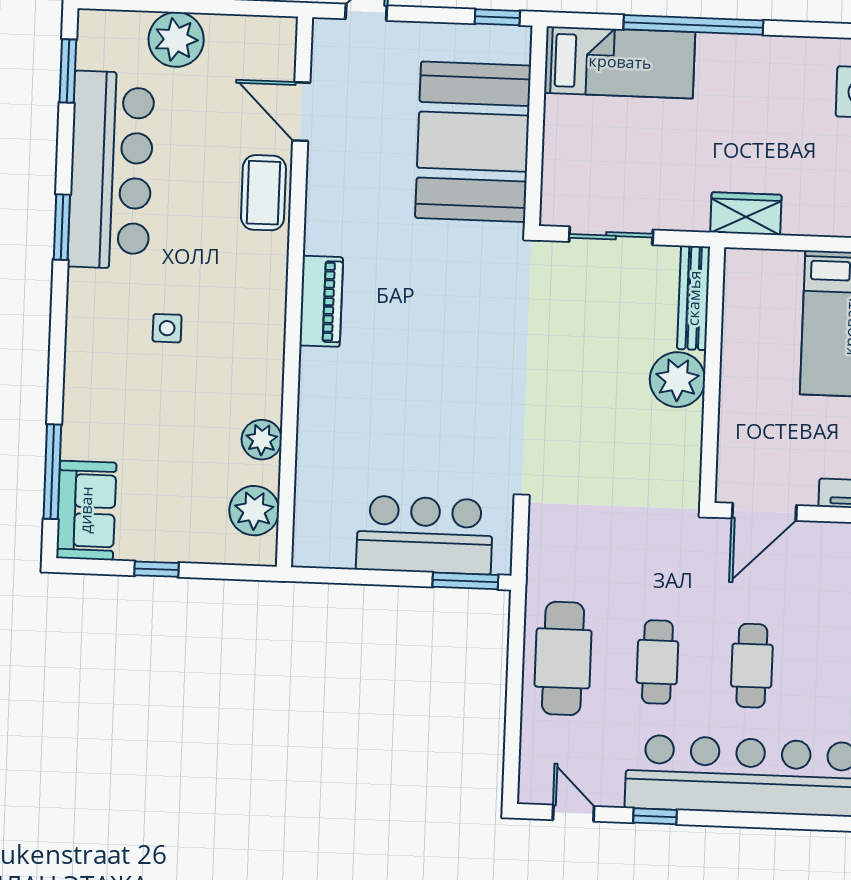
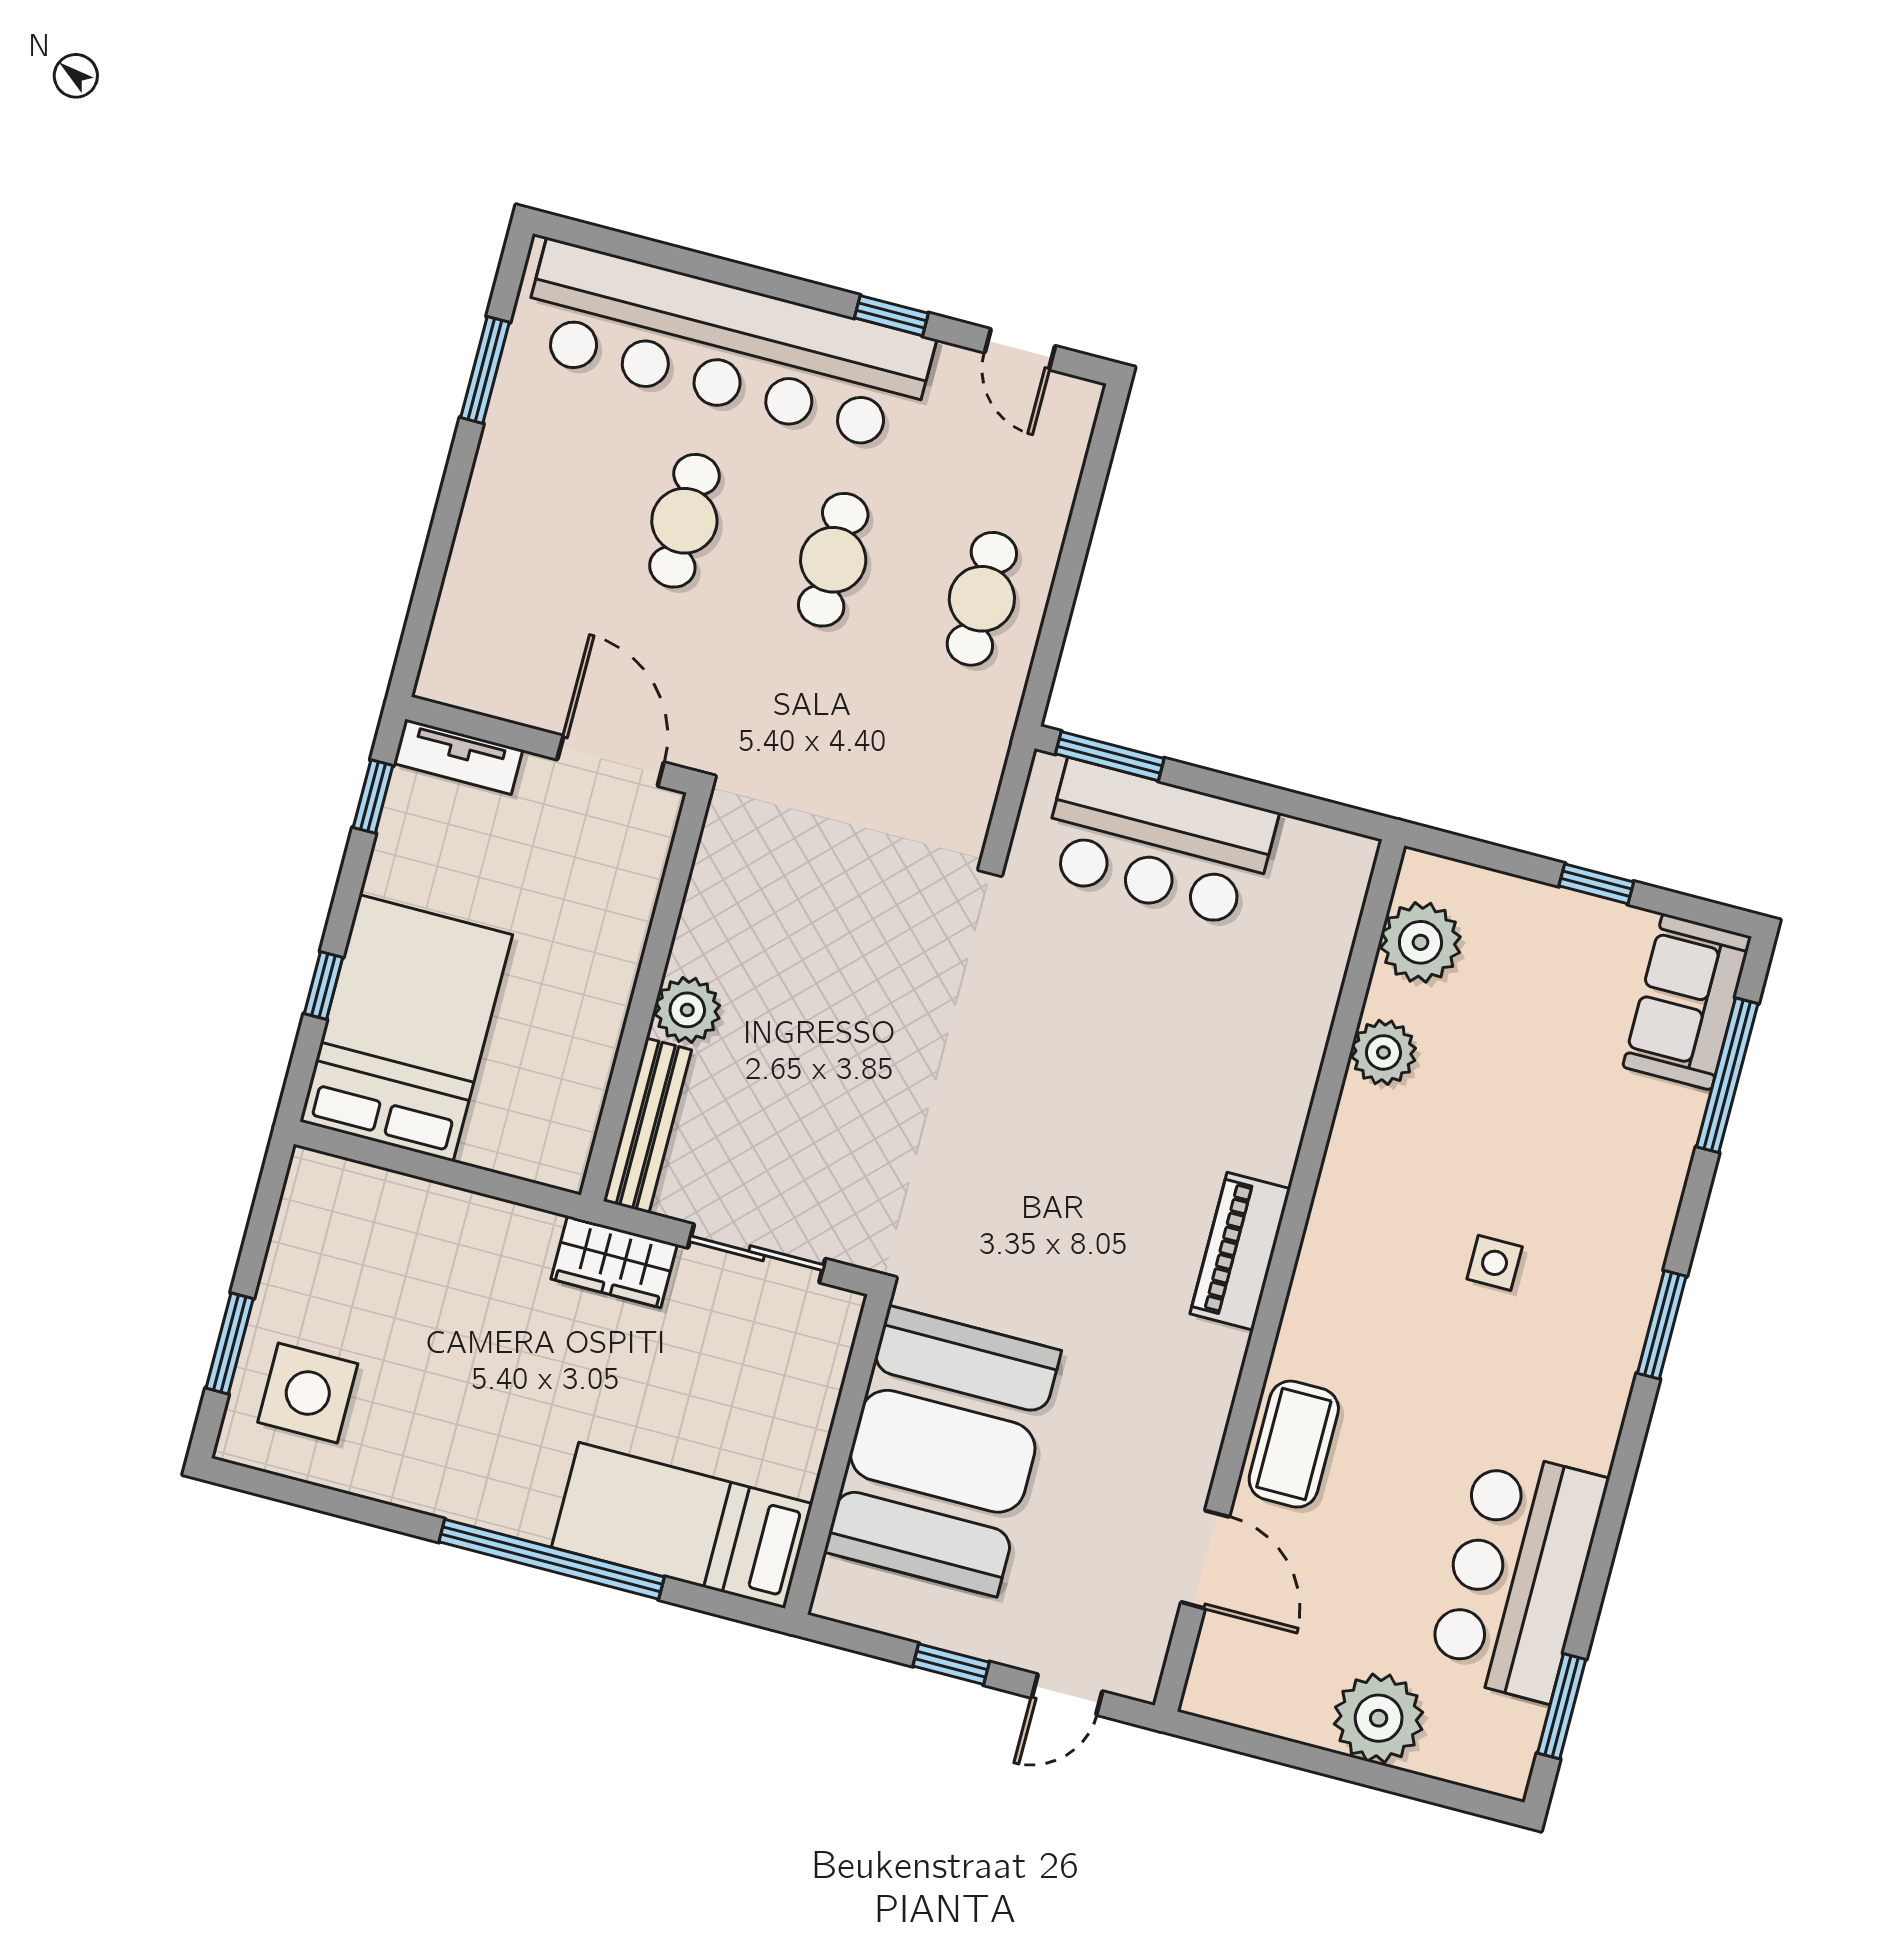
window: (497, 17) -> (951, 1664), moved
bar counter: (111, 170) -> (1517, 1575), width x0.73
wardrobe: (746, 214) -> (614, 1262), moved
window: (62, 227) -> (1662, 1325), moved
plant: (677, 380) -> (687, 1010), width x0.73, depth x0.73
door: (764, 512) -> (611, 761), hinge flipped
cafe table: (563, 658) -> (982, 599), width x0.73, depth x0.74

